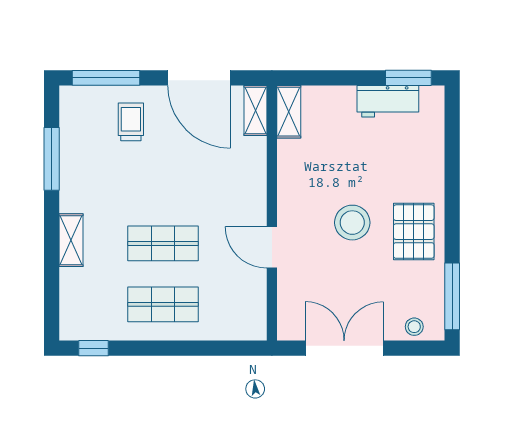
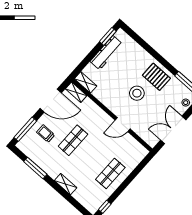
workbench: (388, 101) -> (106, 53), width x1.38
shop shelf: (163, 243) -> (73, 140), moved

